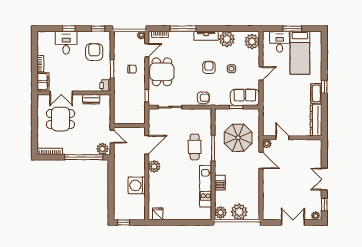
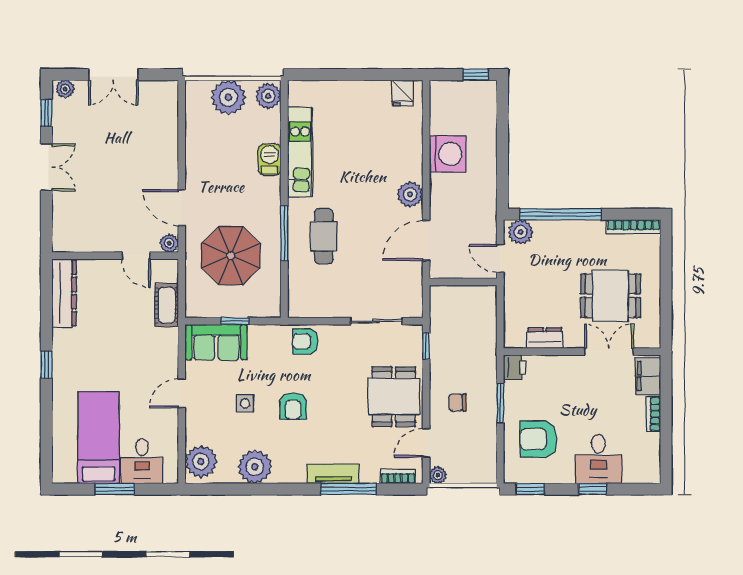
tv unit: (206, 36) -> (333, 474), moved
armchair: (94, 52) -> (538, 439), turned 90
cot: (316, 93) -> (167, 305), moved

